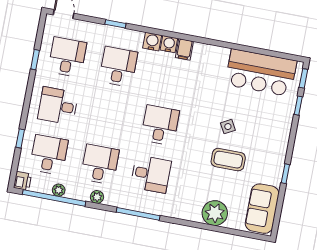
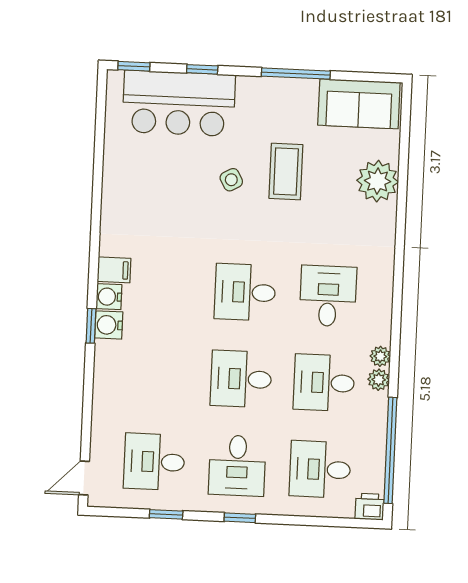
window: (115, 24) -> (91, 326), moved
desk: (118, 67) -> (241, 379), moved
bar counter: (261, 73) -> (179, 103), moved, turned 90
window: (298, 106) -> (202, 69), moved
window: (20, 138) -> (240, 518), moved
window: (285, 174) -> (296, 74), width x2.17
plant: (59, 190) -> (380, 356), moved
window: (138, 214) -> (397, 308), removed

